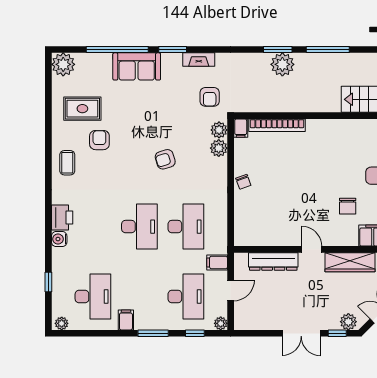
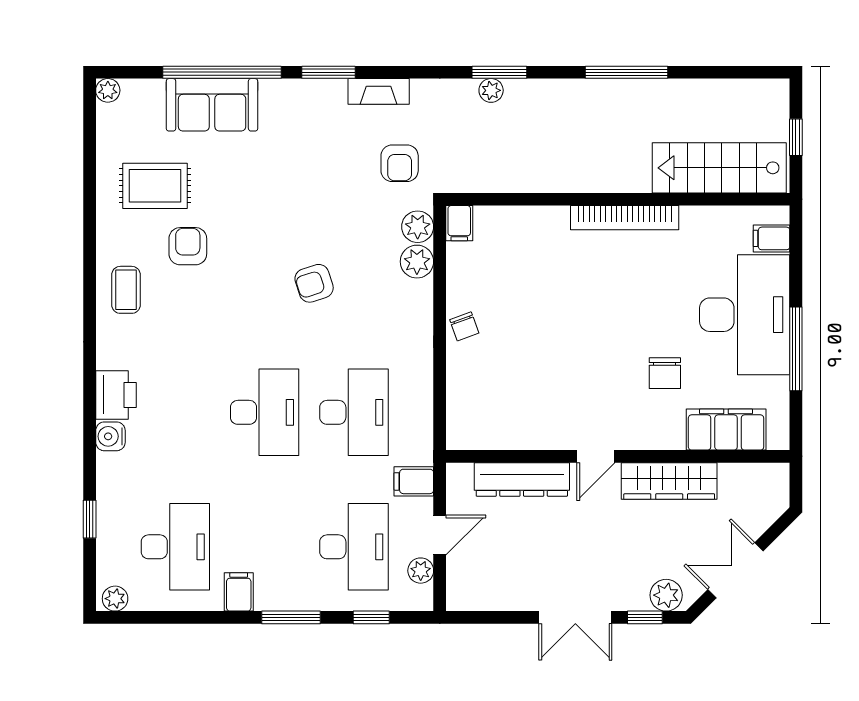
window: (278, 50) -> (499, 72), moved
plant: (63, 64) -> (108, 90), width x0.53, depth x0.53
plant: (282, 64) -> (491, 90), moved, width x0.53, depth x0.53
sofa: (137, 66) -> (212, 105), moved
bookcase: (277, 125) -> (625, 218), moved
door: (312, 249) -> (596, 456), swing flipped
plant: (221, 323) -> (421, 571), moved

